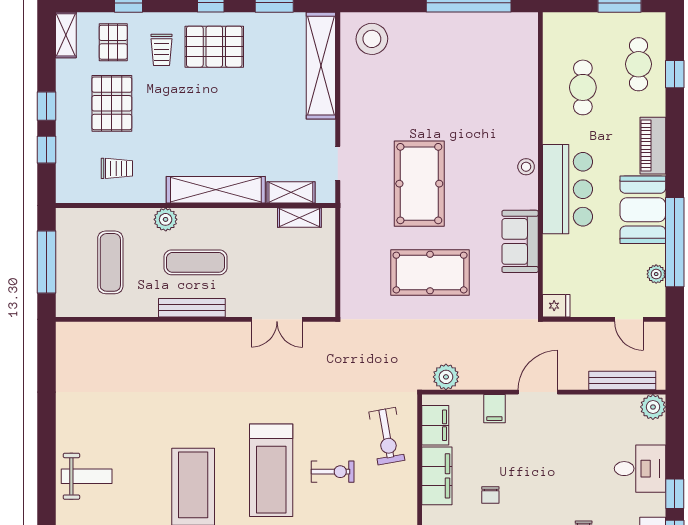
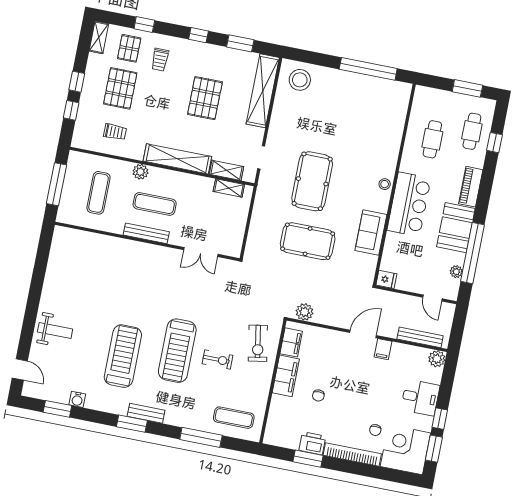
pallet: (214, 47) -> (205, 98), moved, turned 90
filing cabinet: (494, 409) -> (383, 349), moved

